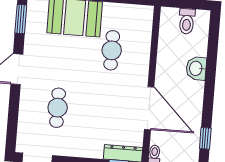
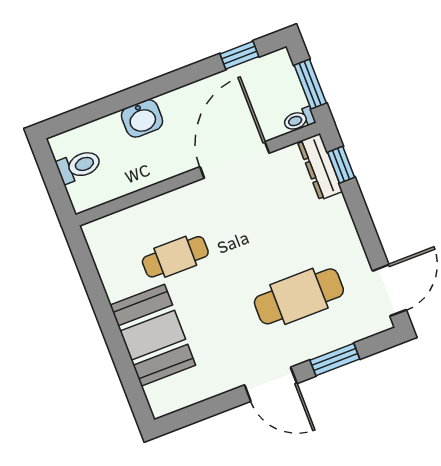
window: (21, 19) -> (335, 360), moved
cafe table: (58, 108) -> (299, 296), width x1.37, depth x1.35

